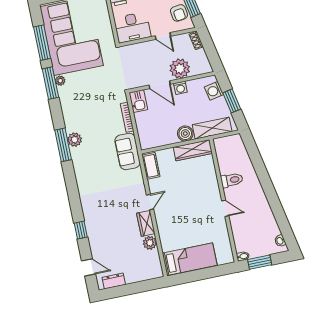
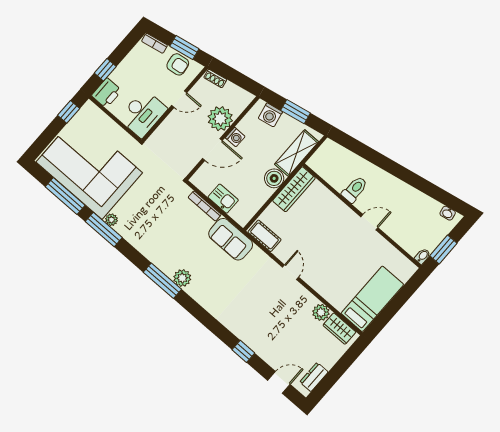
kitchen sink: (138, 101) -> (223, 199), moved
plant: (75, 140) -> (182, 278), moved
wardrobe: (146, 223) -> (339, 329), moved

